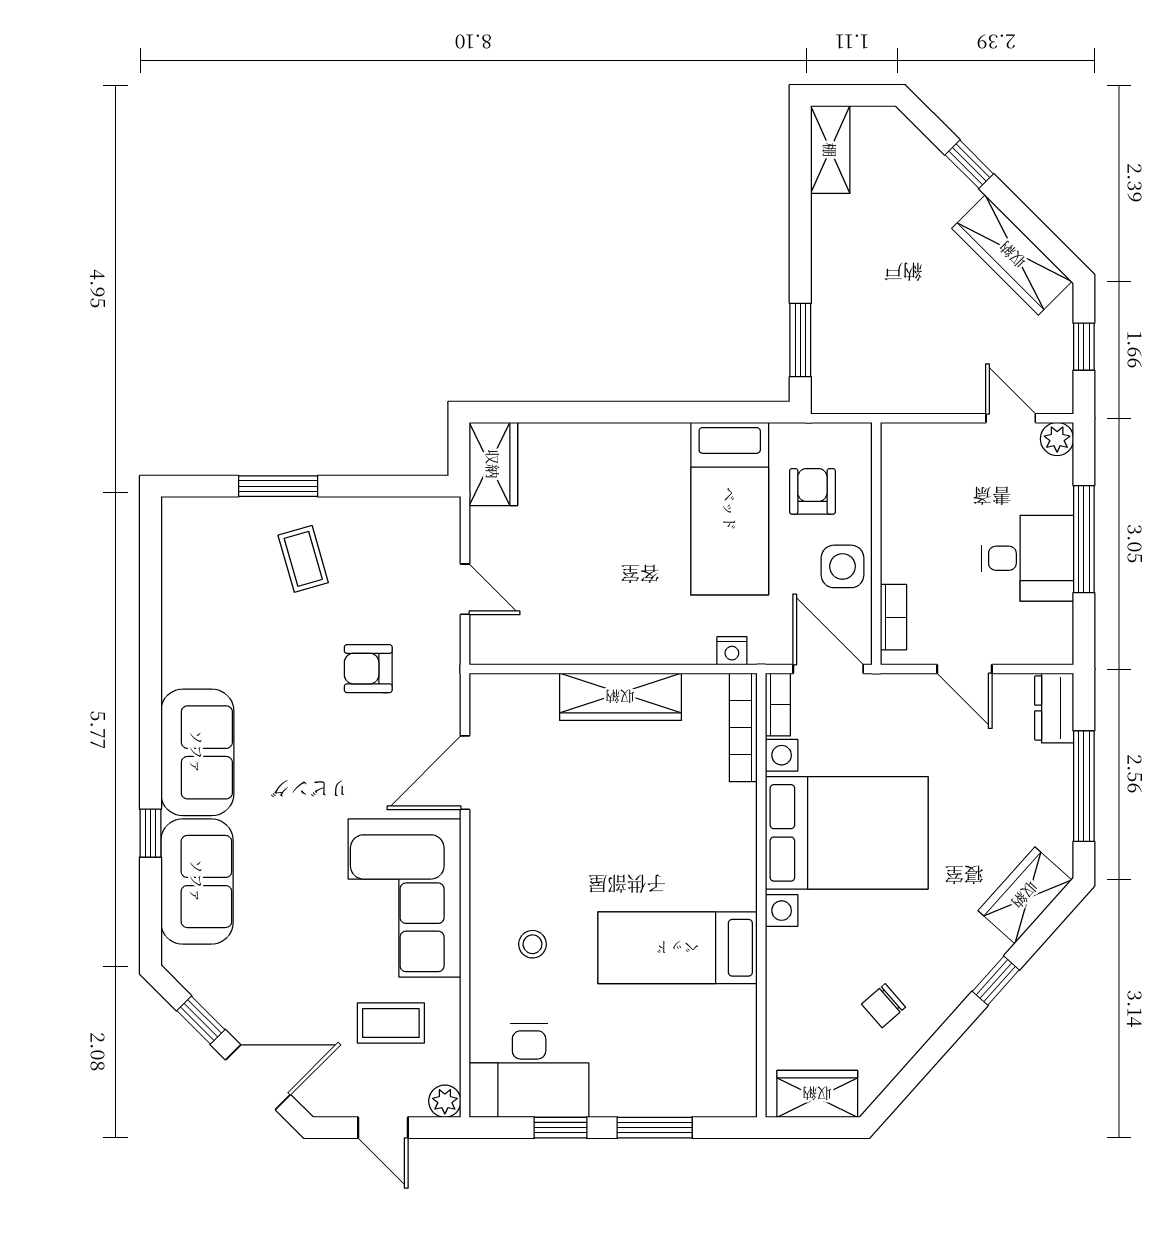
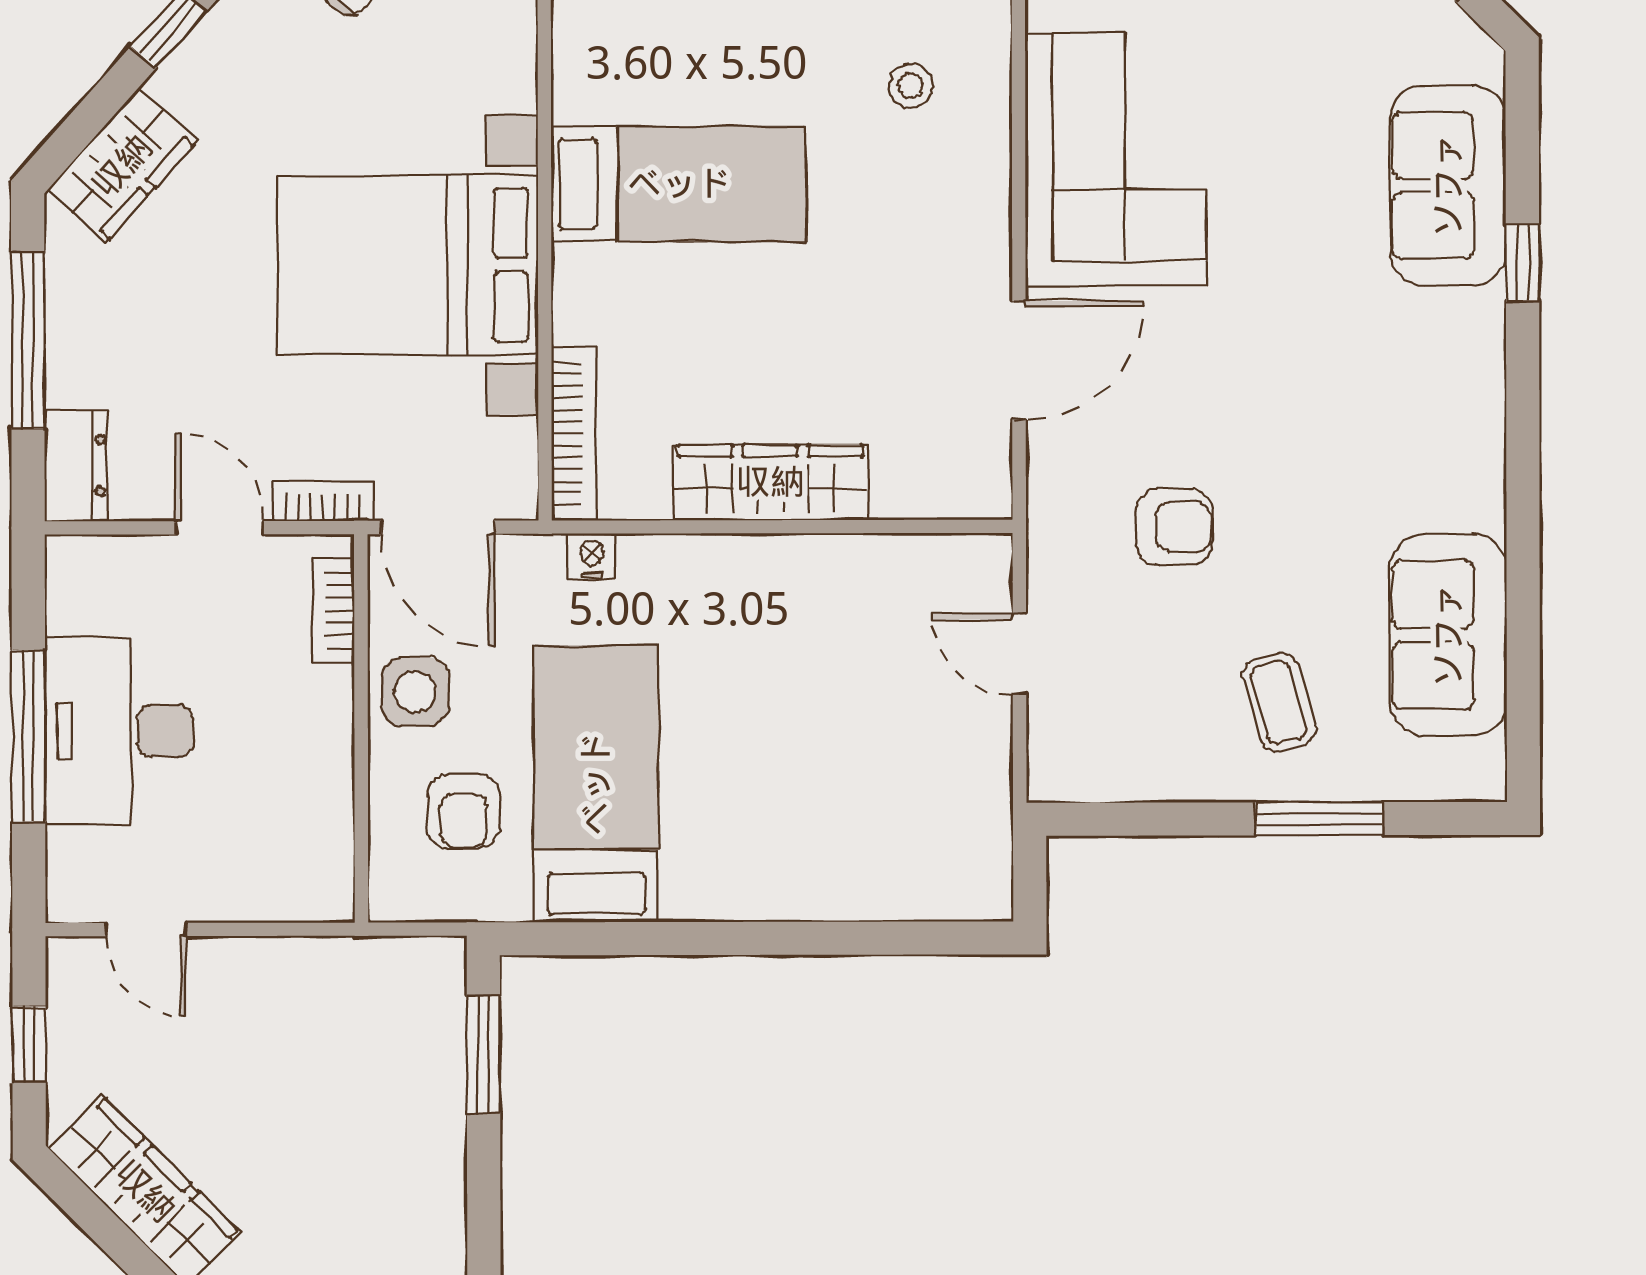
plant: (1057, 439) -> (72, 896), removed
wardrobe: (493, 464) -> (975, 855), removed
desk: (1027, 558) -> (119, 731), width x1.37
bookcase: (778, 705) -> (323, 501), moved, turned 90
sofa: (197, 752) -> (1448, 635), moved
bed: (677, 948) -> (679, 184), moved

